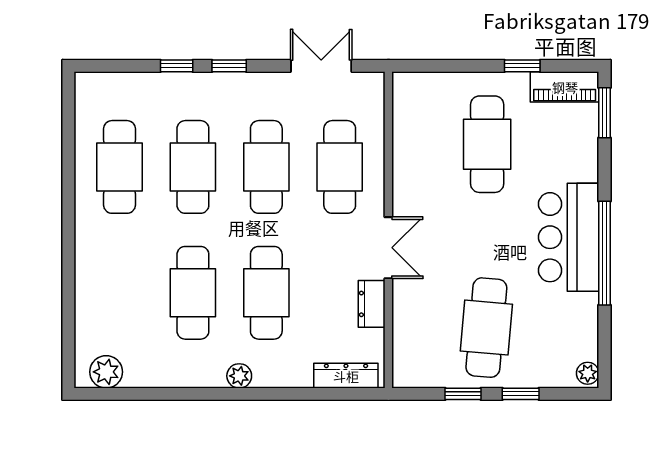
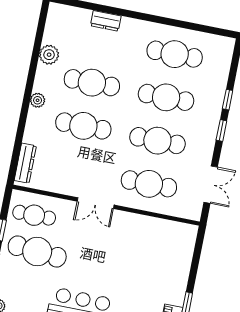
cafe table: (487, 144) -> (34, 215), moved, width x0.73, depth x0.74
dresser: (372, 304) -> (106, 21), moved, turned 180
plant: (106, 372) -> (49, 55), moved

